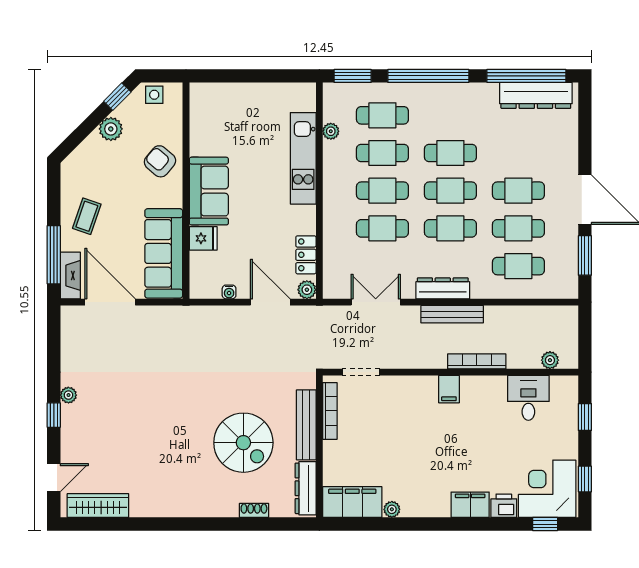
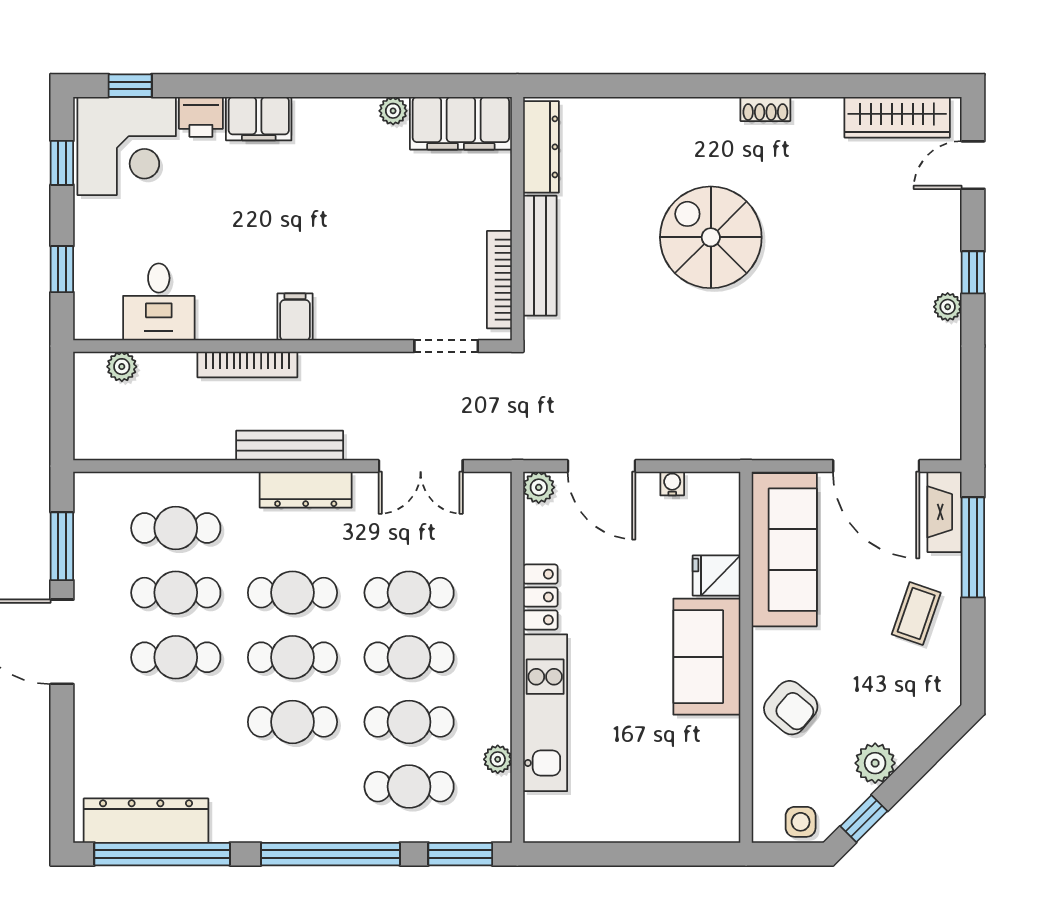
locker: (306, 255) -> (540, 597), moved
spiral stairs: (243, 443) -> (711, 237), moved
shoe rack: (254, 510) -> (765, 109), moved

